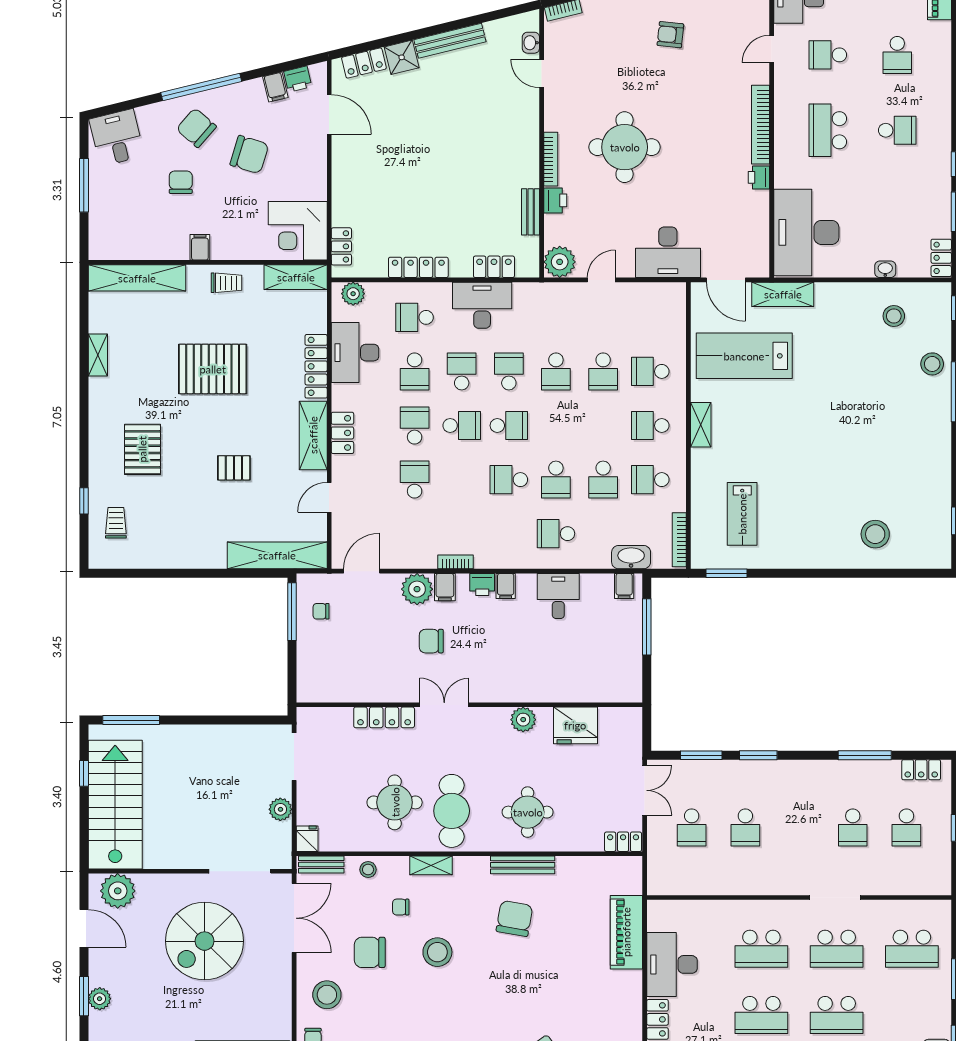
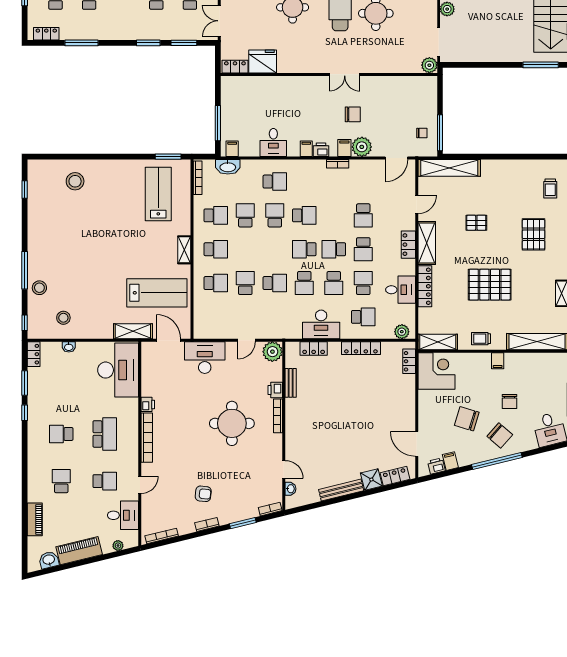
desk: (355, 353) -> (401, 290), width x0.73
school desk: (556, 371) -> (275, 283), turned 90
lab bench: (742, 514) -> (158, 194), width x1.36, depth x1.39
locker: (384, 717) -> (235, 67), moved, width x0.66
plant: (523, 720) -> (429, 65), moved

